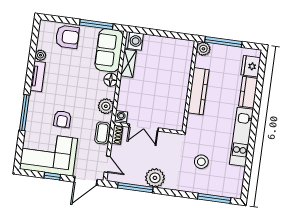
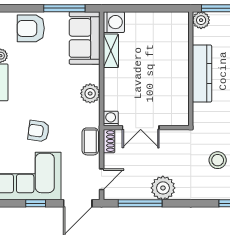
armchair: (67, 37) -> (31, 28), turned 180
floor lamp: (111, 80) -> (92, 74), removed
plant: (106, 106) -> (90, 93), moved
armchair: (62, 119) -> (39, 131), turned 97
door: (107, 164) -> (102, 179), hinge flipped

